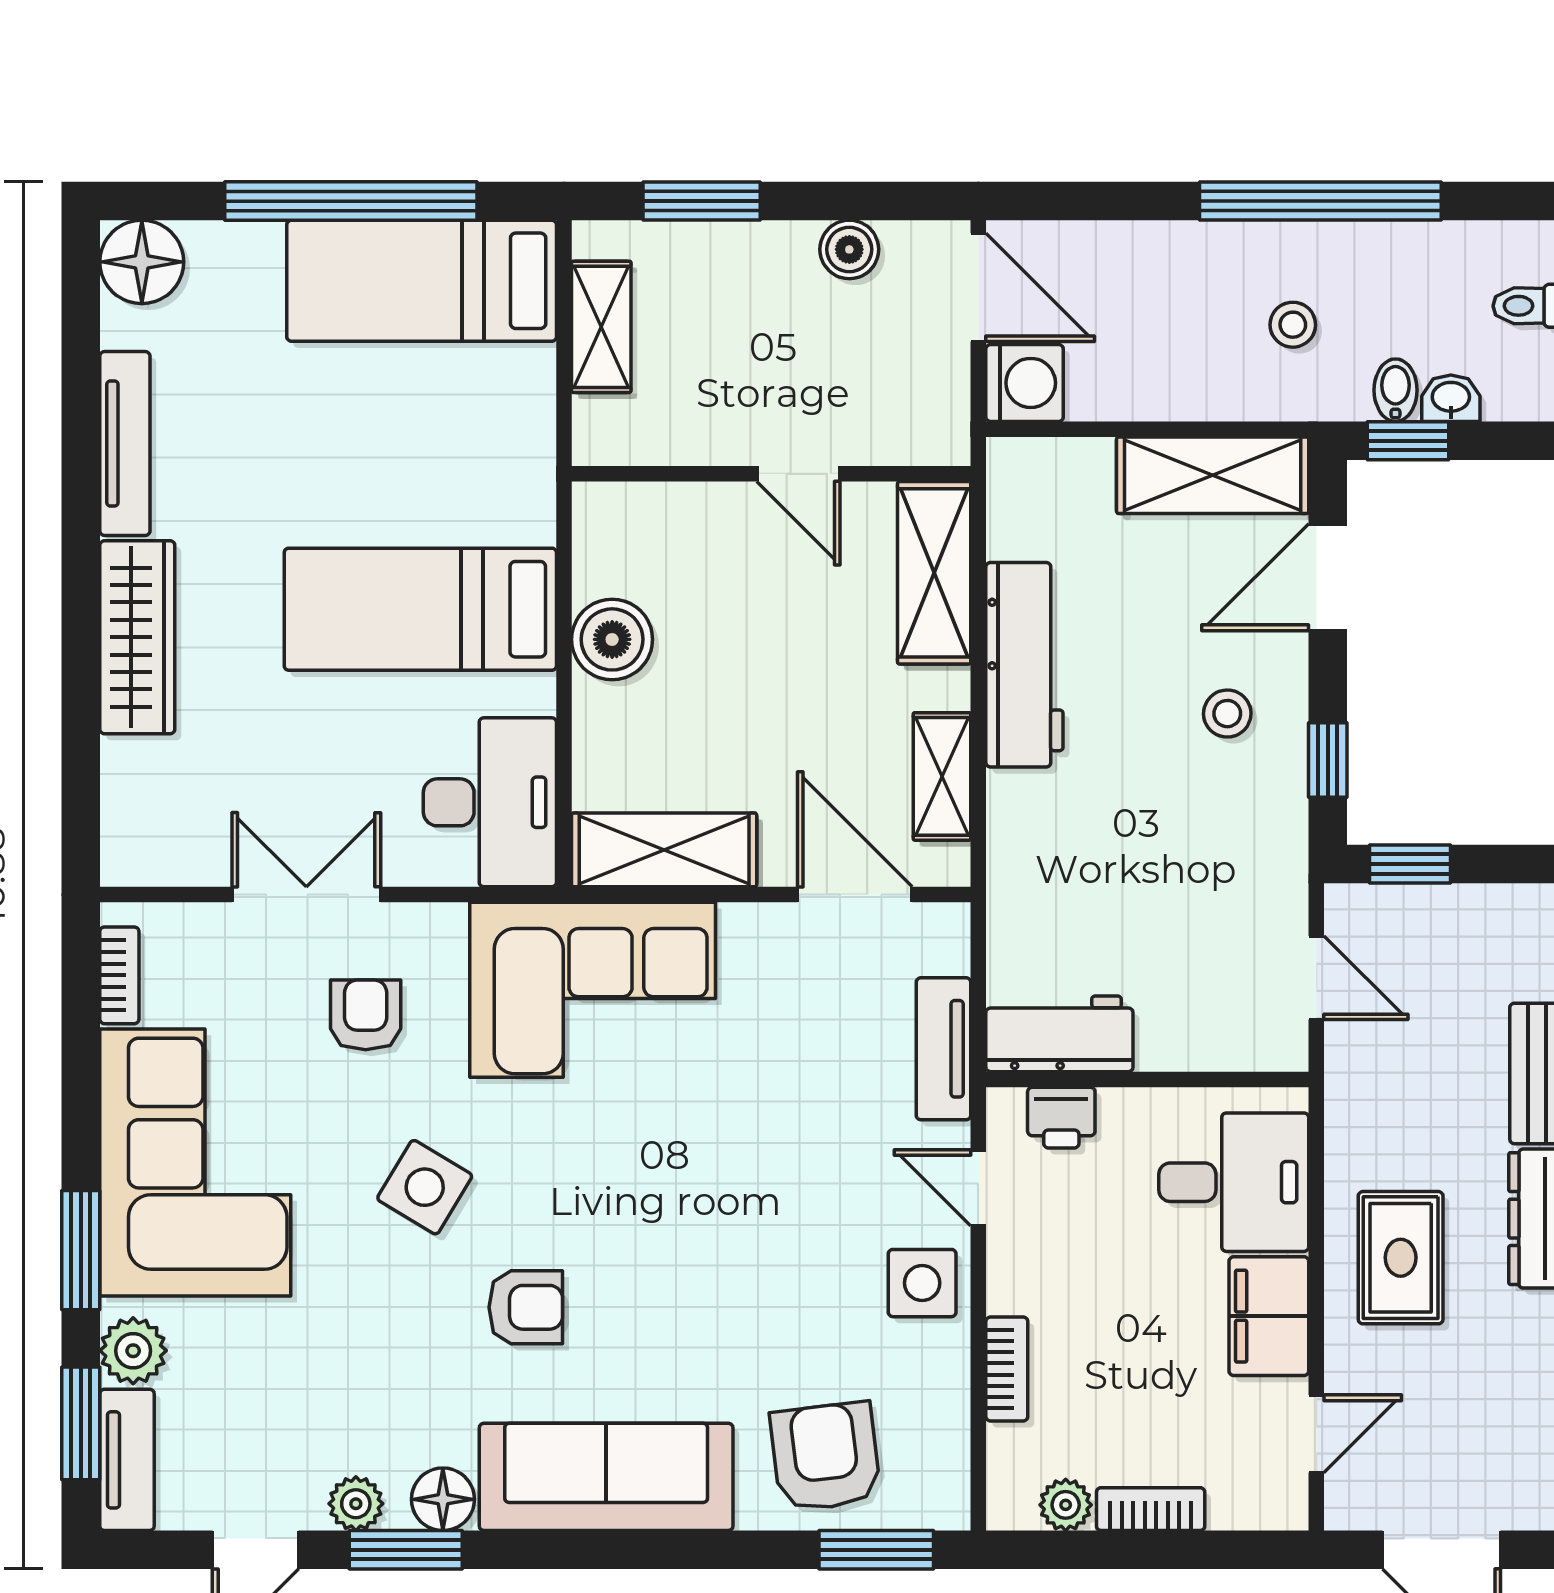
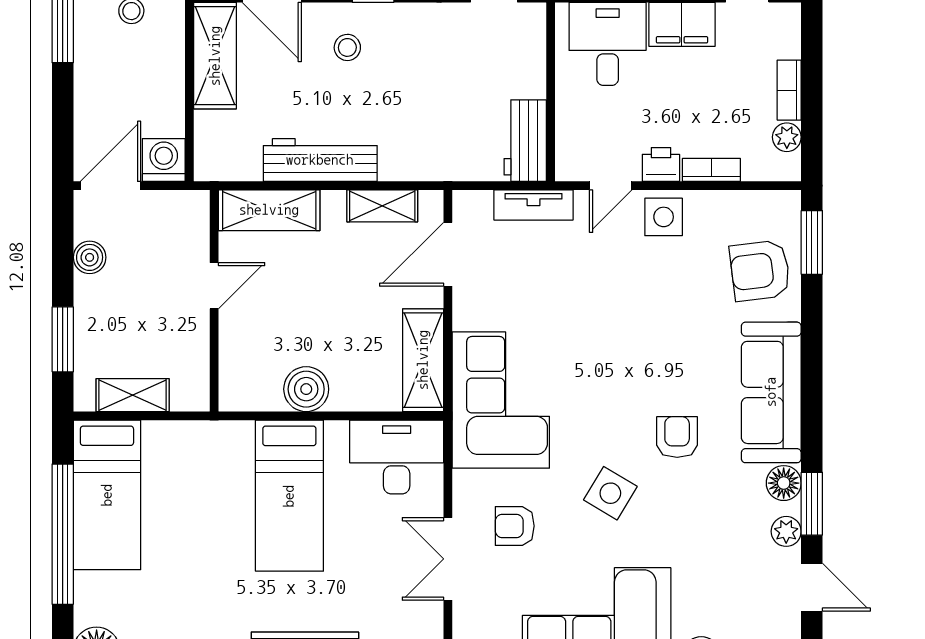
printer: (1061, 1118) -> (661, 164), moved, turned -90

